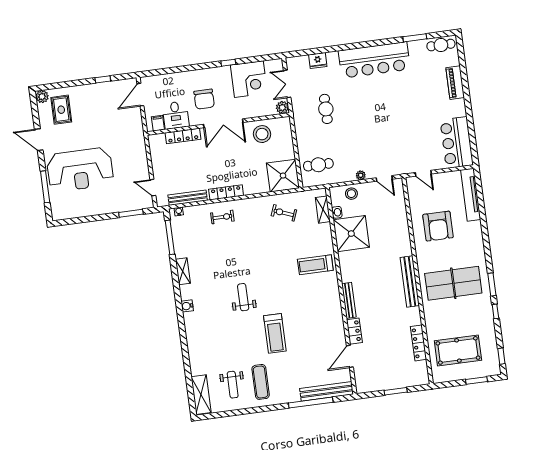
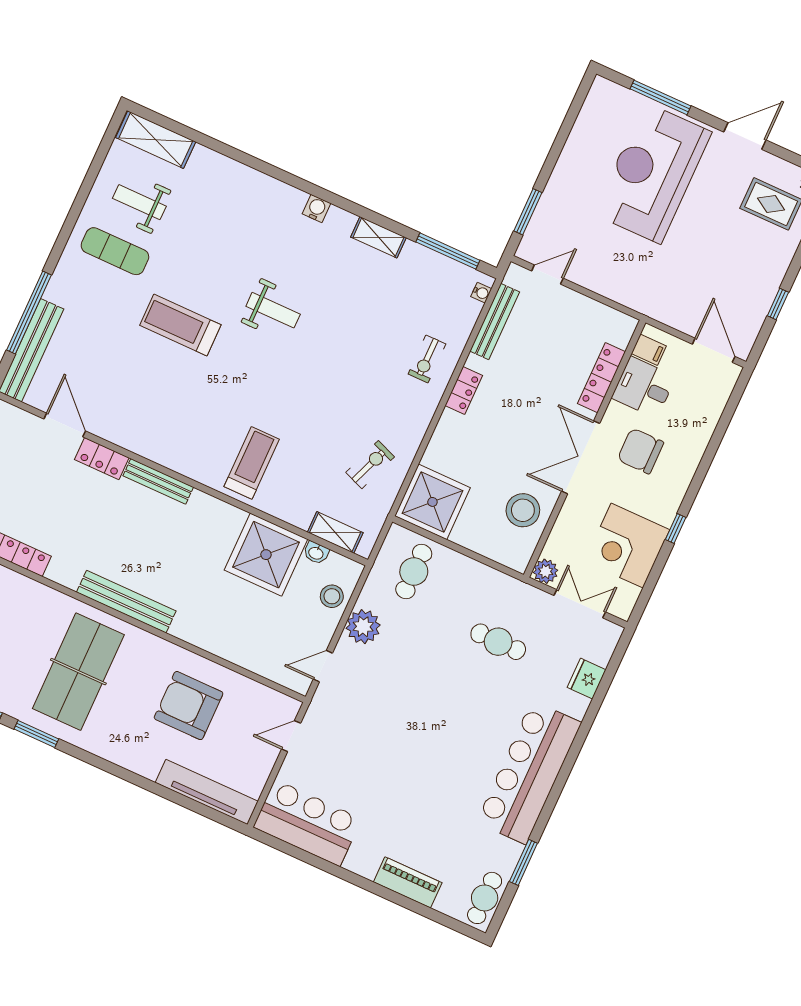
plant: (361, 175) -> (363, 627), width x1.87, depth x1.87
locker: (226, 192) -> (464, 390), width x0.66

